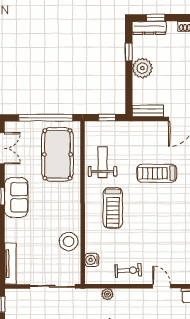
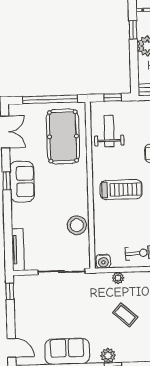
weight bench: (103, 162) -> (109, 131), moved
treadmill: (113, 208) -> (121, 190), turned -90
water cooler: (92, 260) -> (103, 261), moved, turned -90

